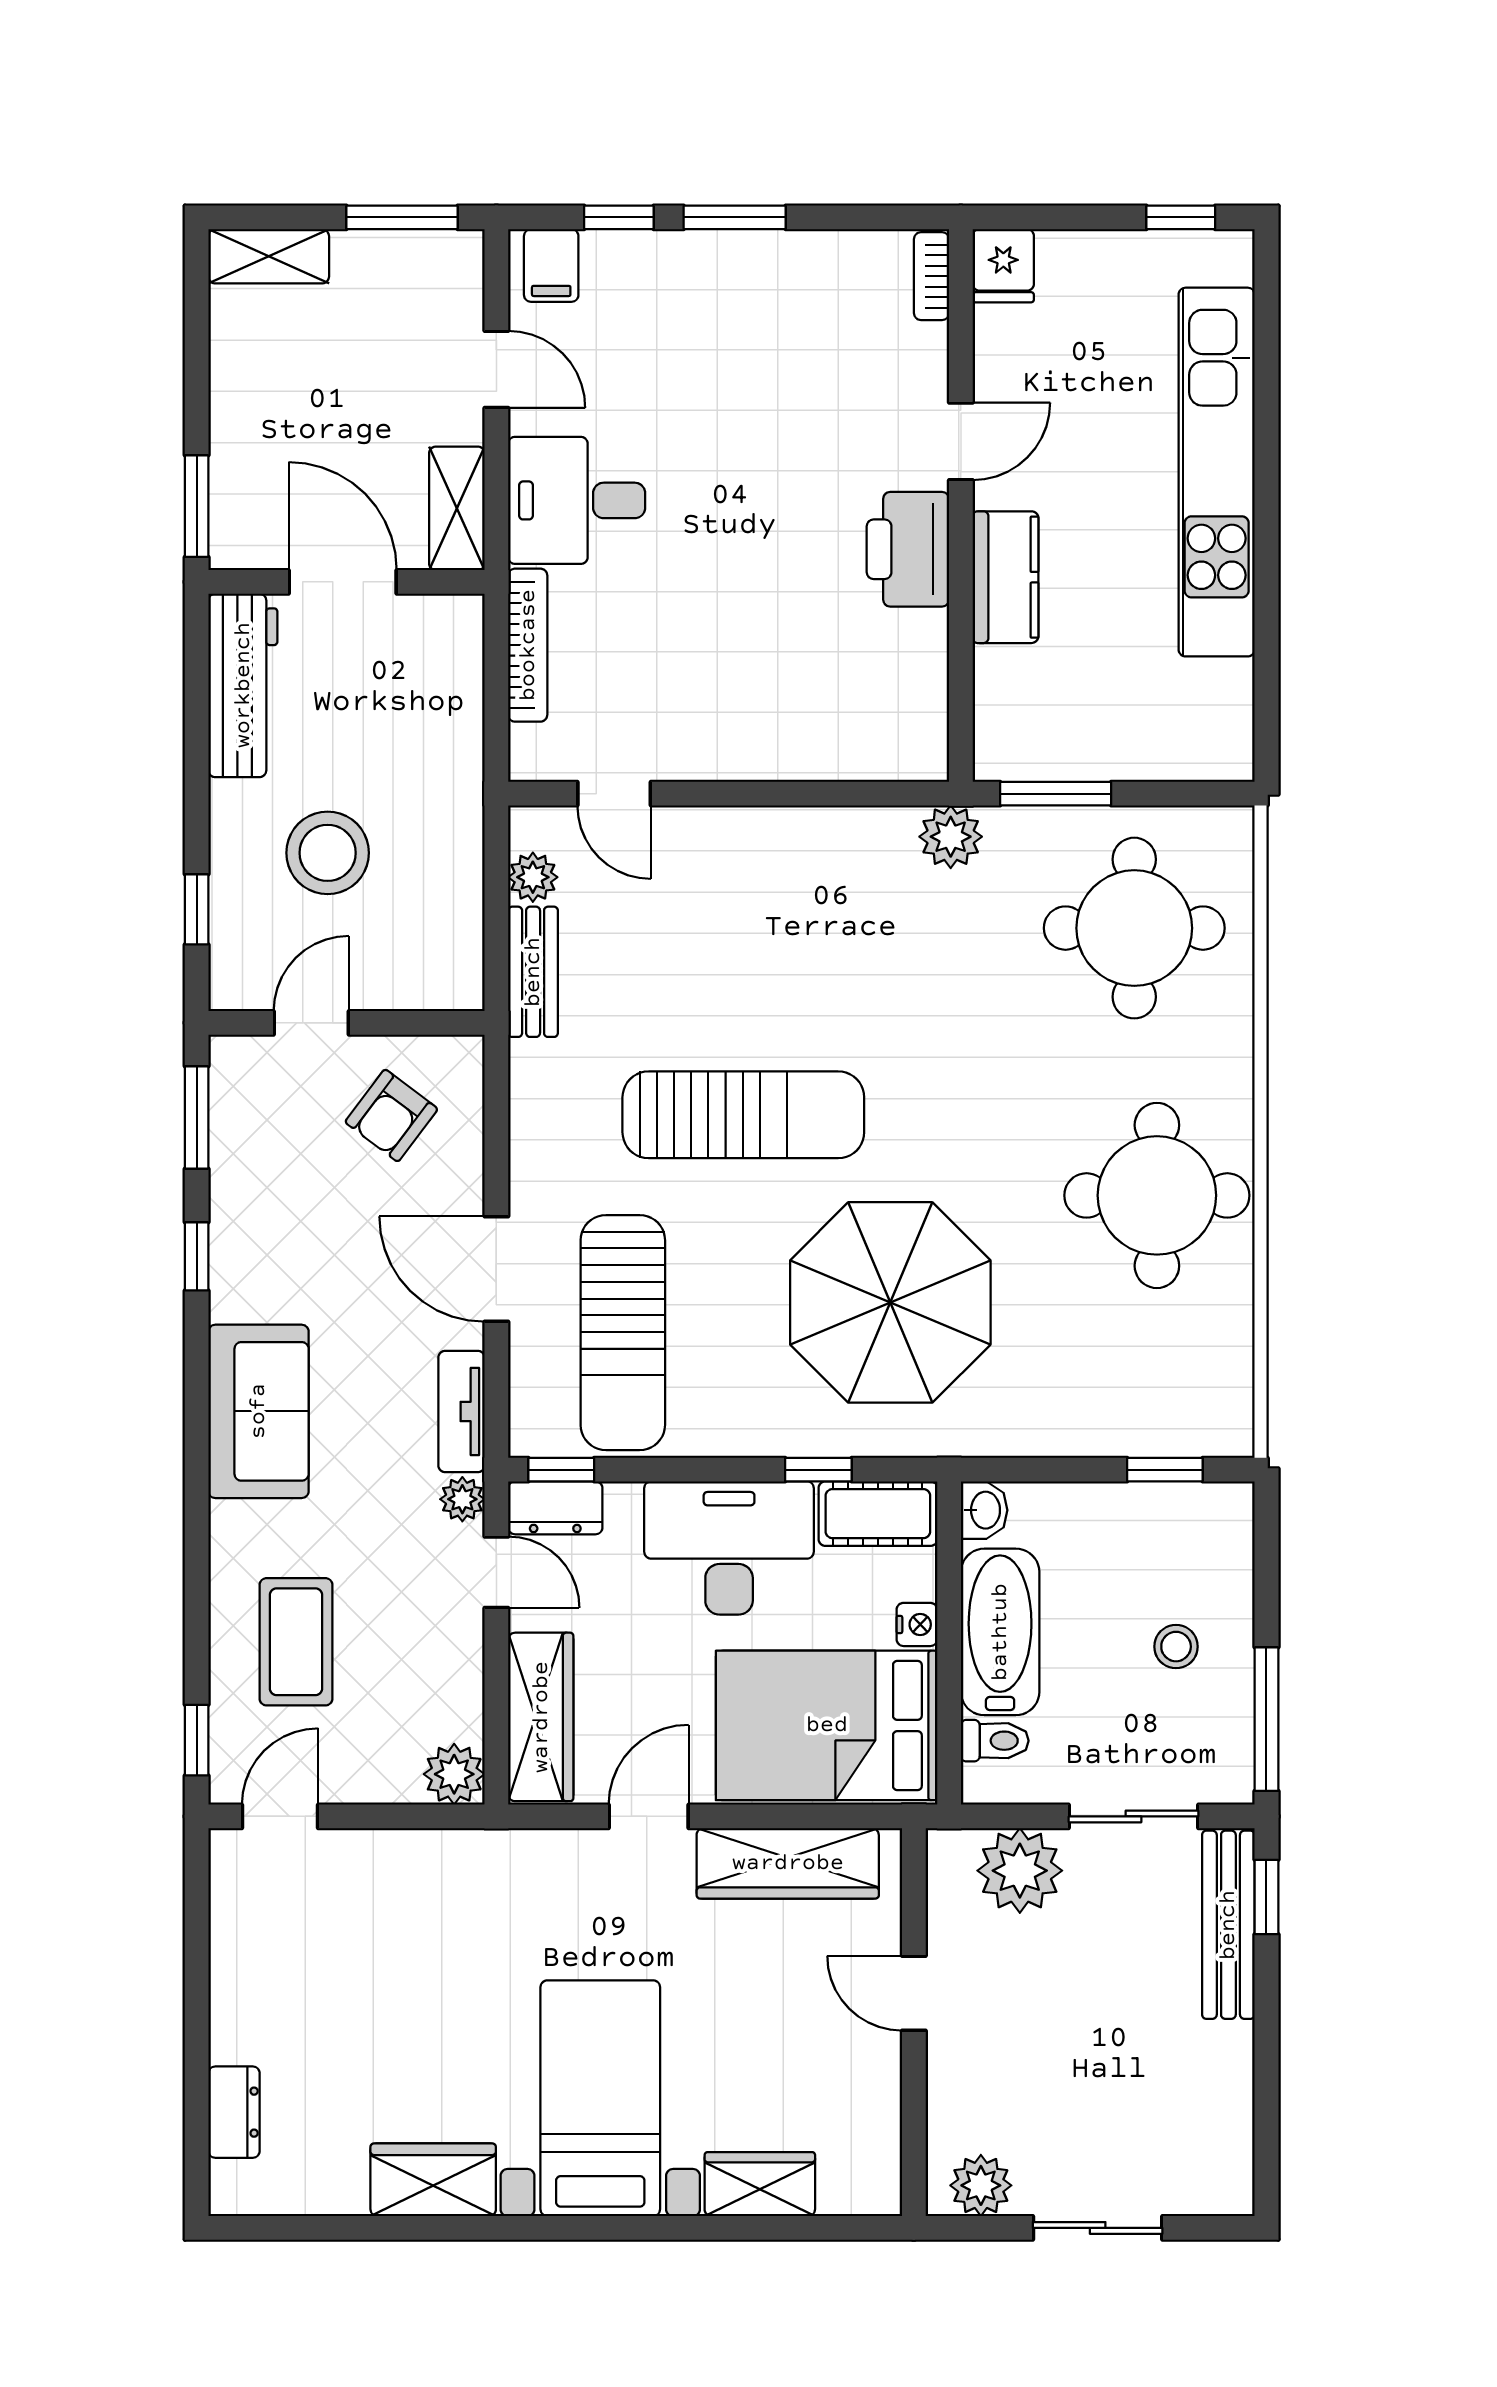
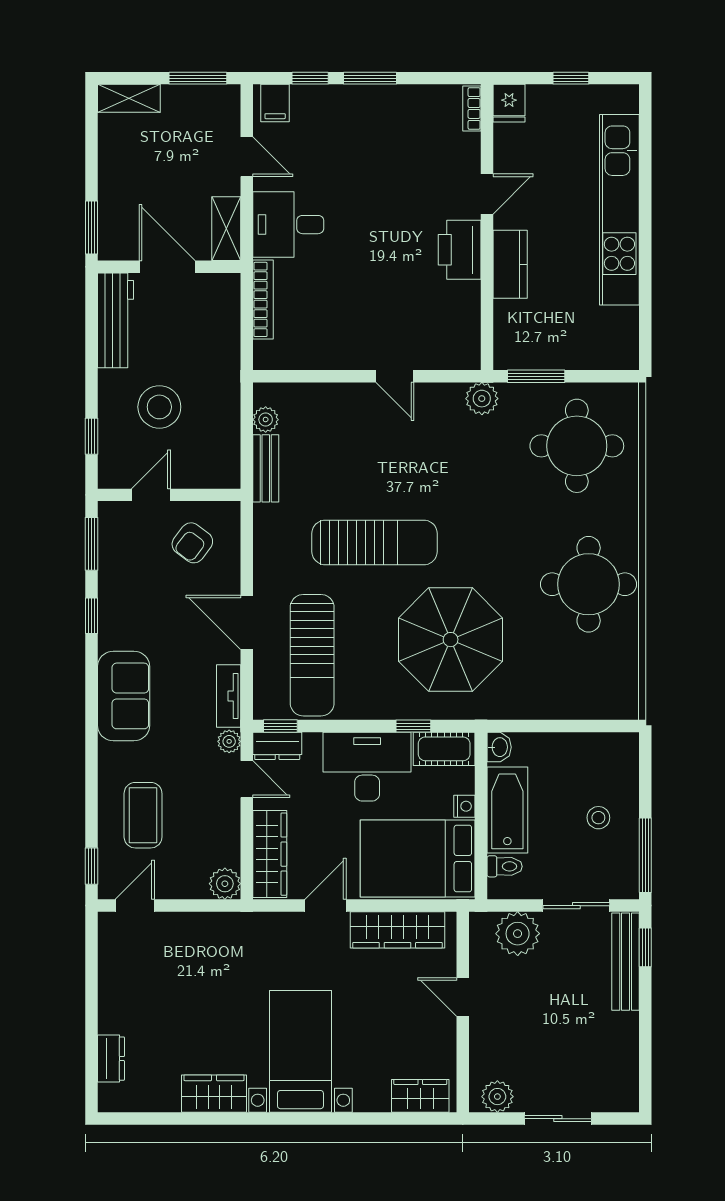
window: (1181, 217) -> (571, 78), moved
door: (614, 794) -> (395, 376), moved
window: (1165, 1470) -> (593, 726), removed
wardrobe: (760, 2184) -> (420, 1096), moved

